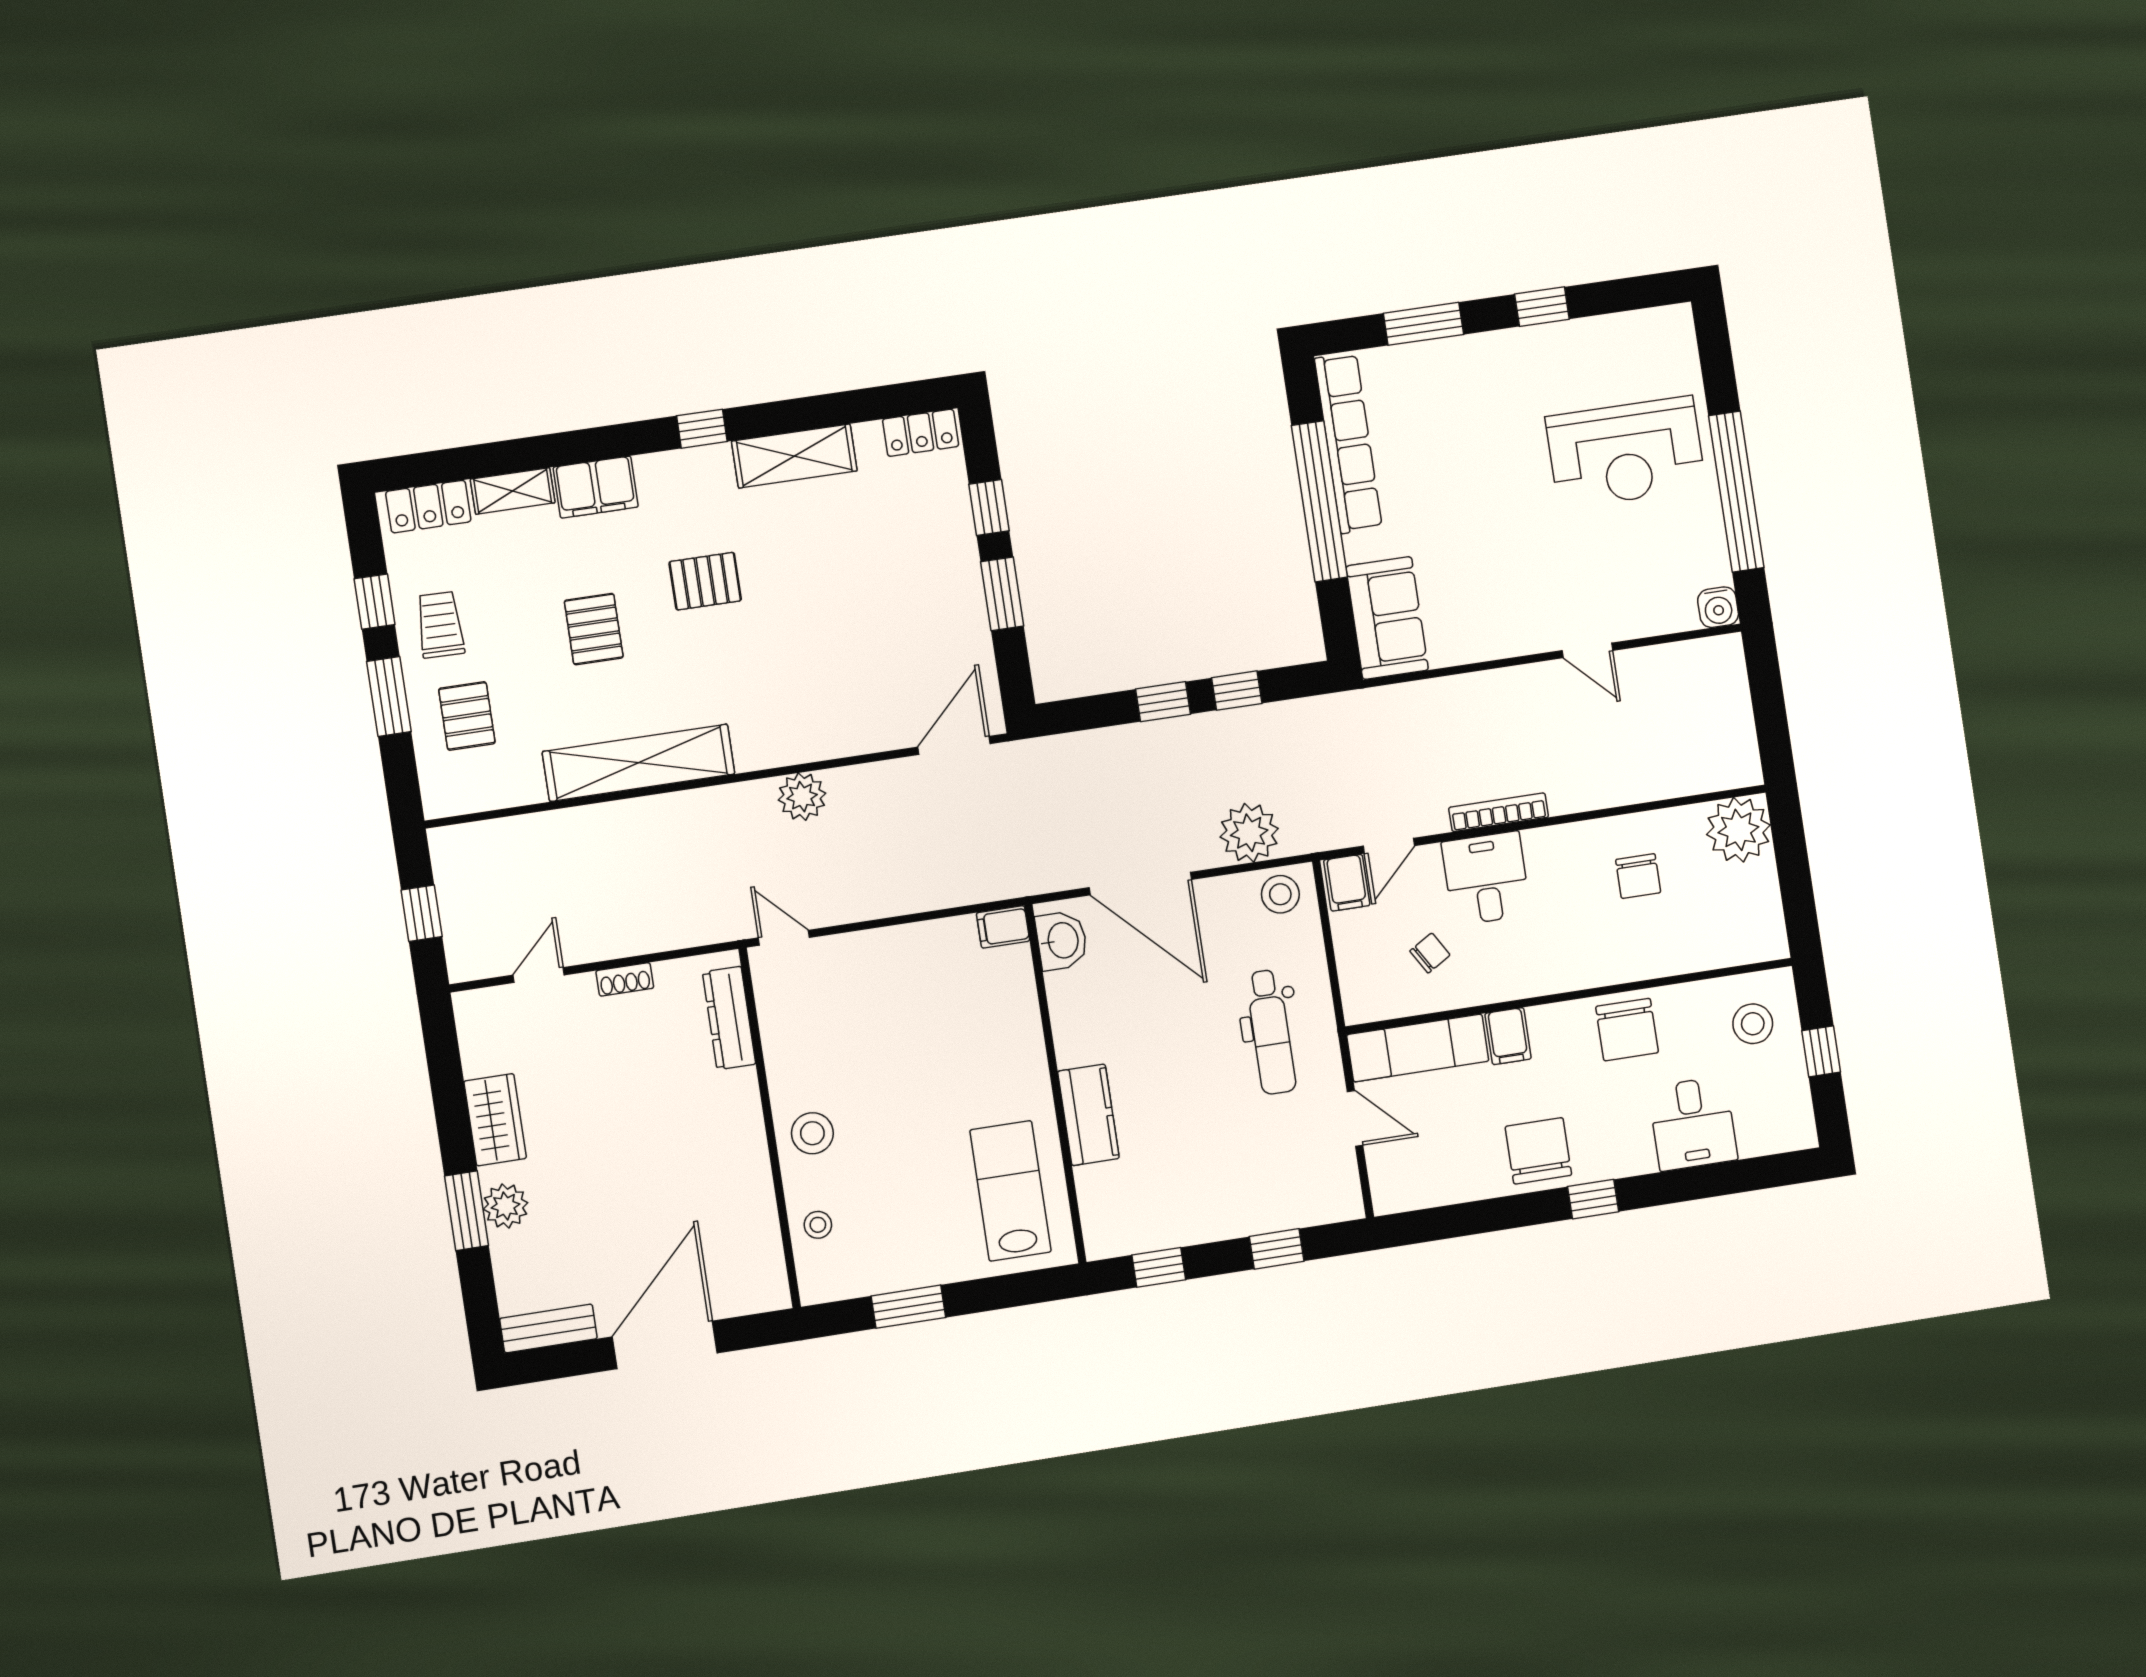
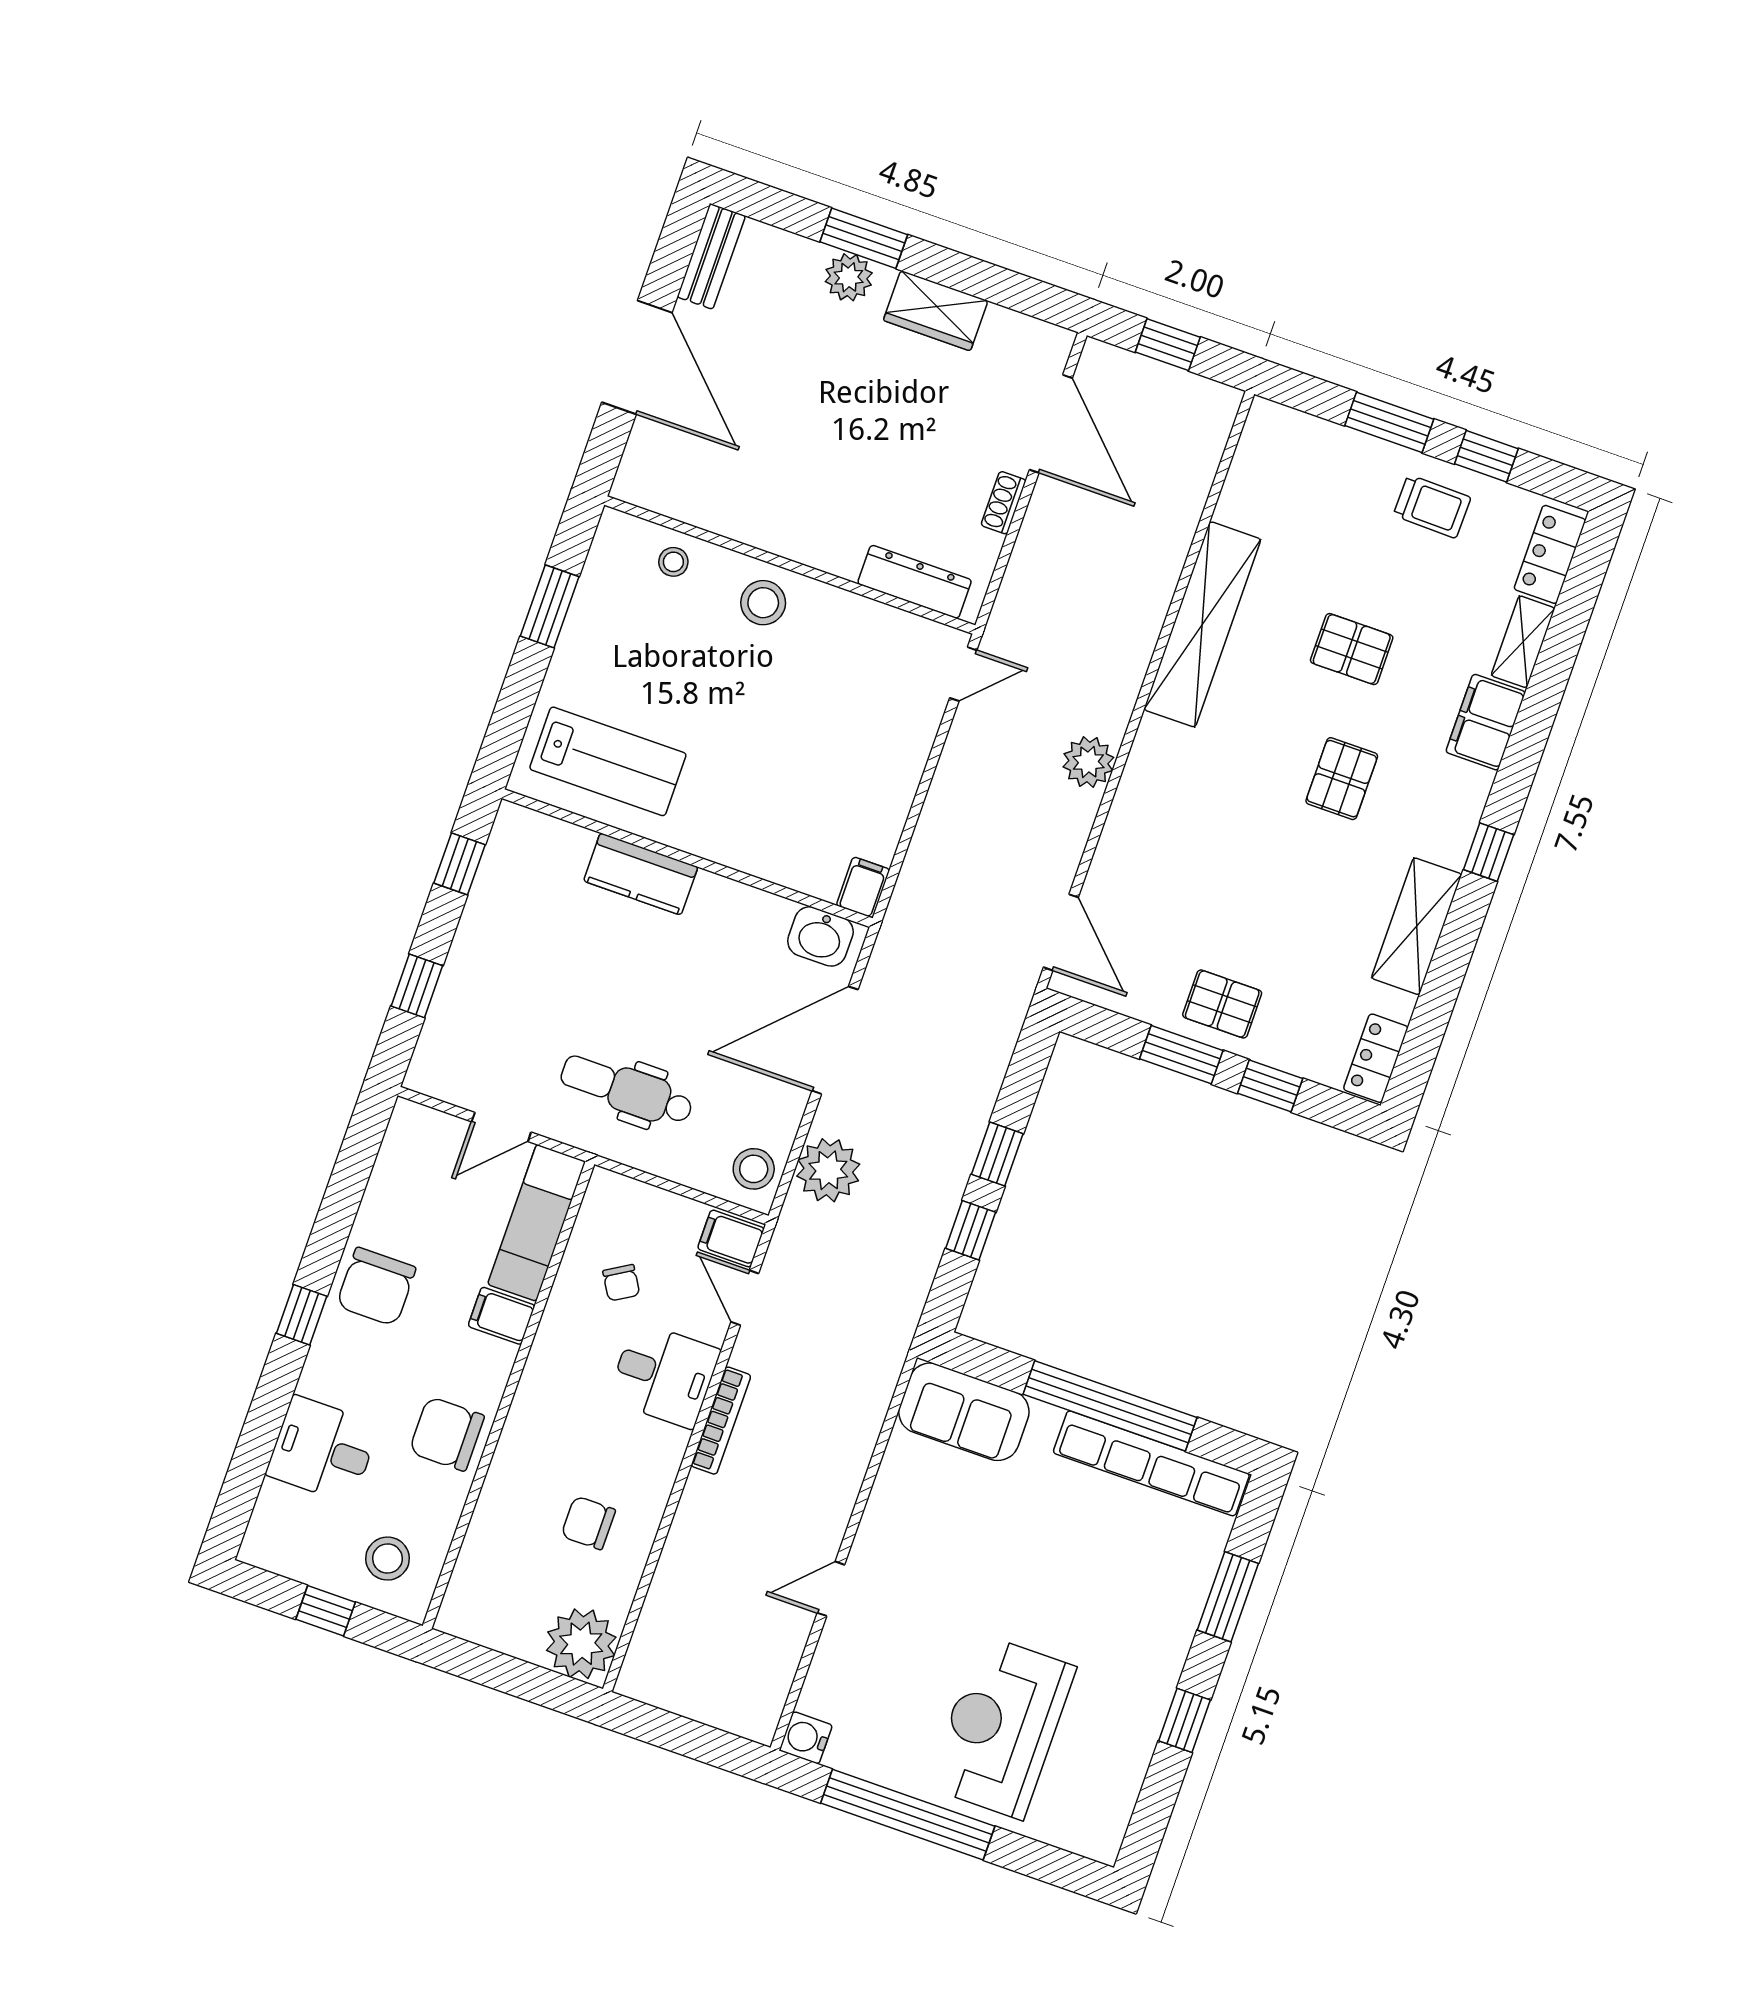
pallet: (467, 716) -> (1222, 1004), moved
door: (539, 975) -> (1051, 424), width x1.88
chair: (1538, 1151) -> (376, 1287), turned 90

